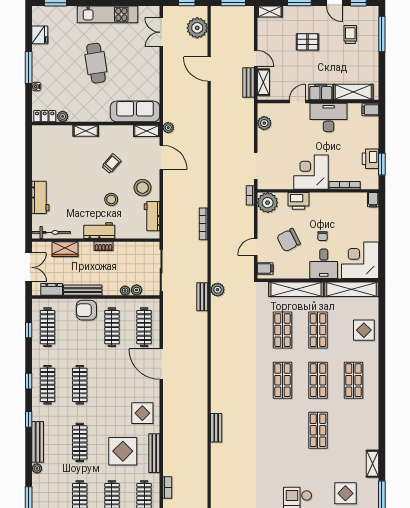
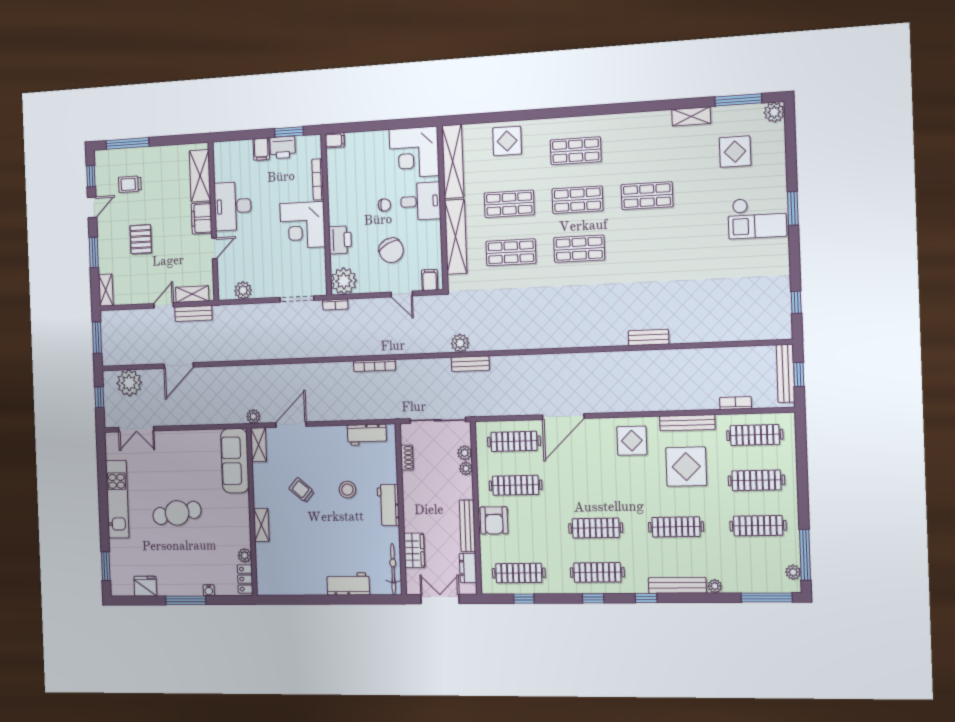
door: (297, 101) -> (214, 248), swing flipped
filing cabinet: (370, 110) -> (261, 149), moved
stool: (142, 188) -> (331, 448), removed
shoe rack: (104, 246) -> (407, 457), moved

